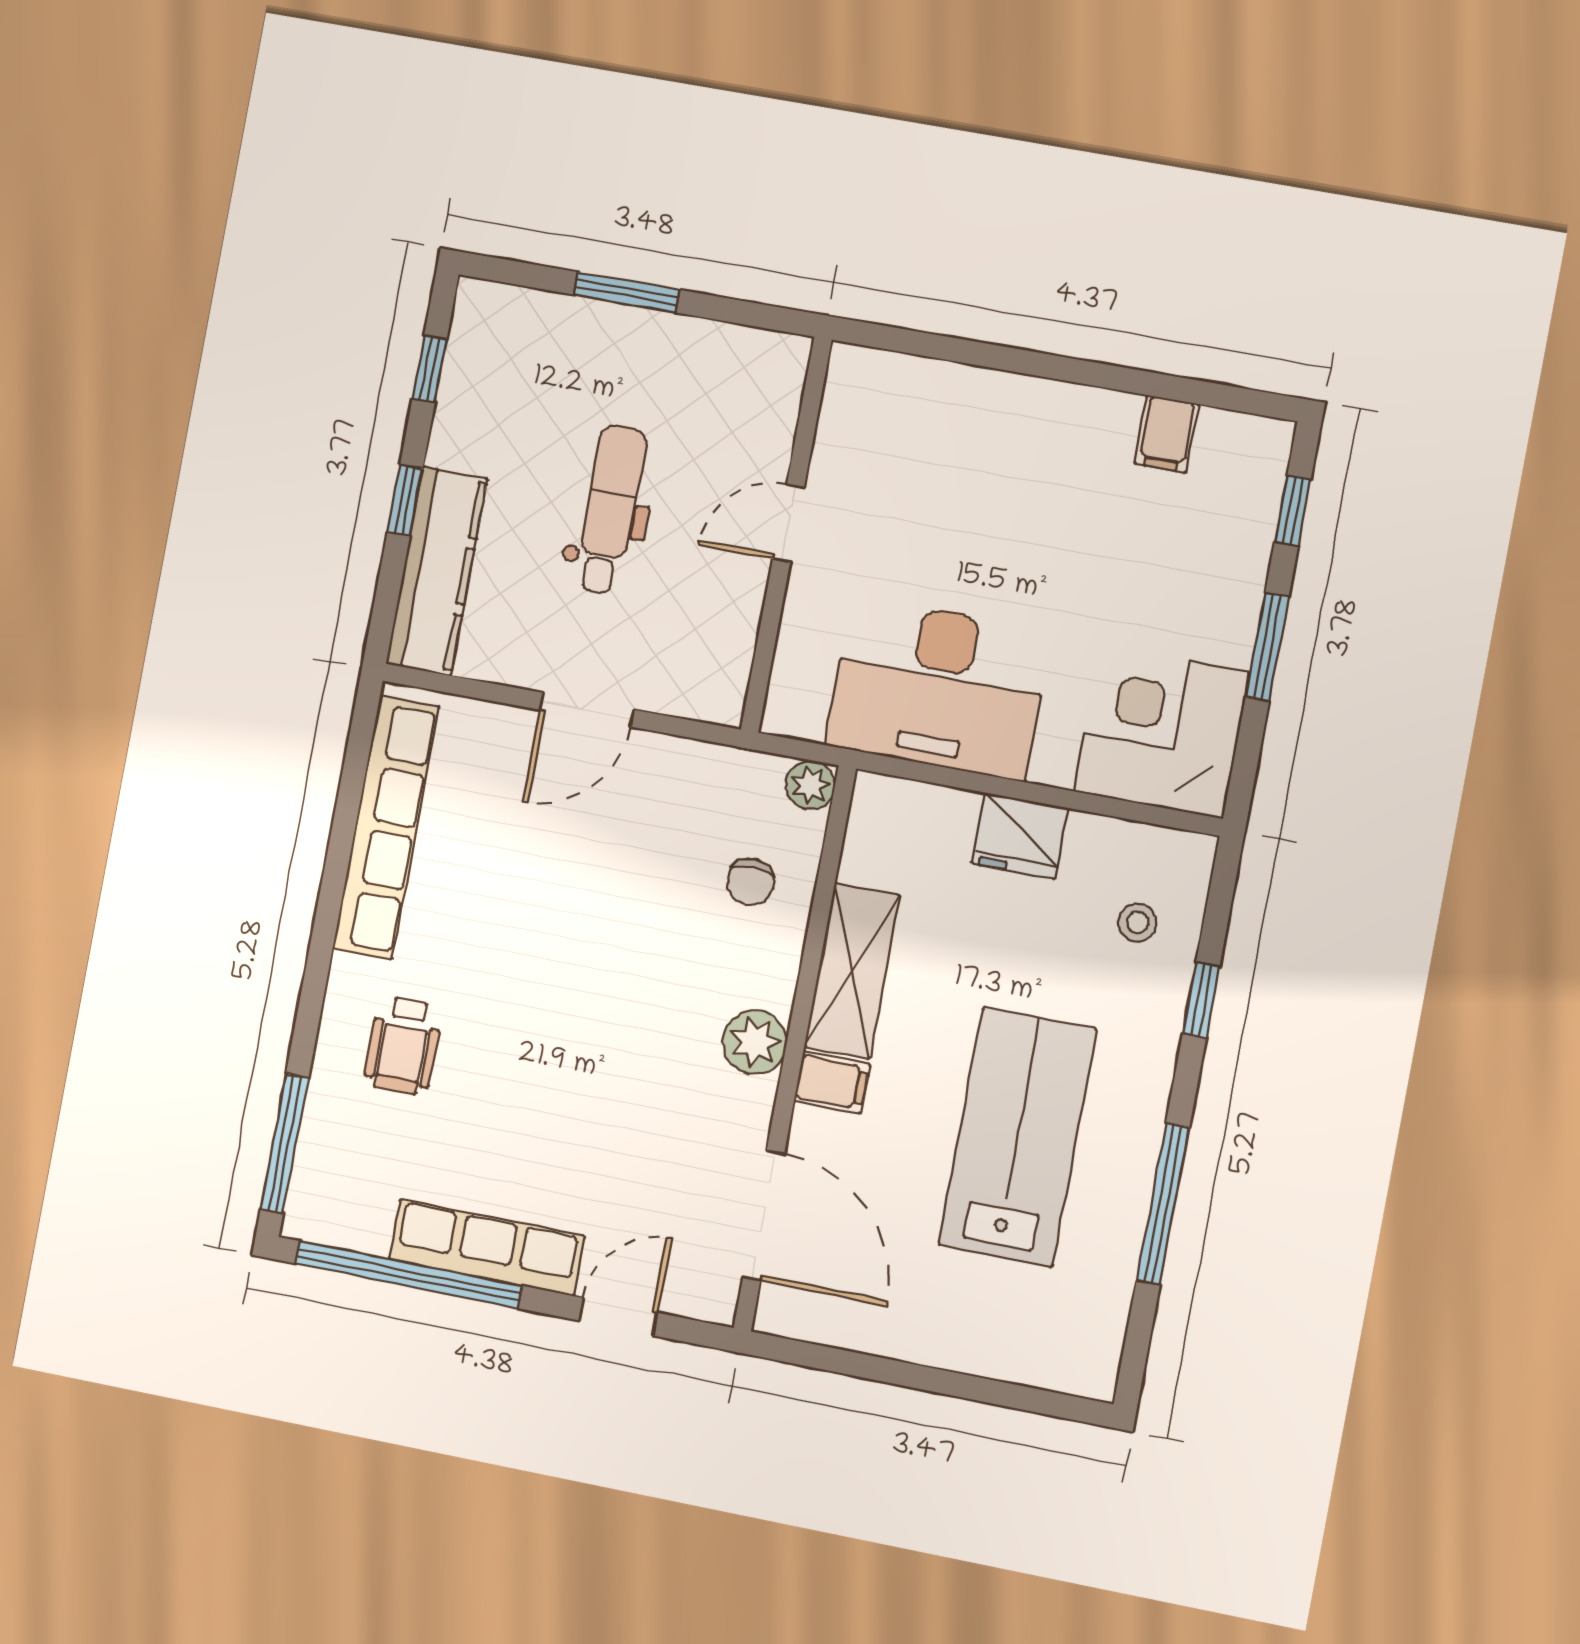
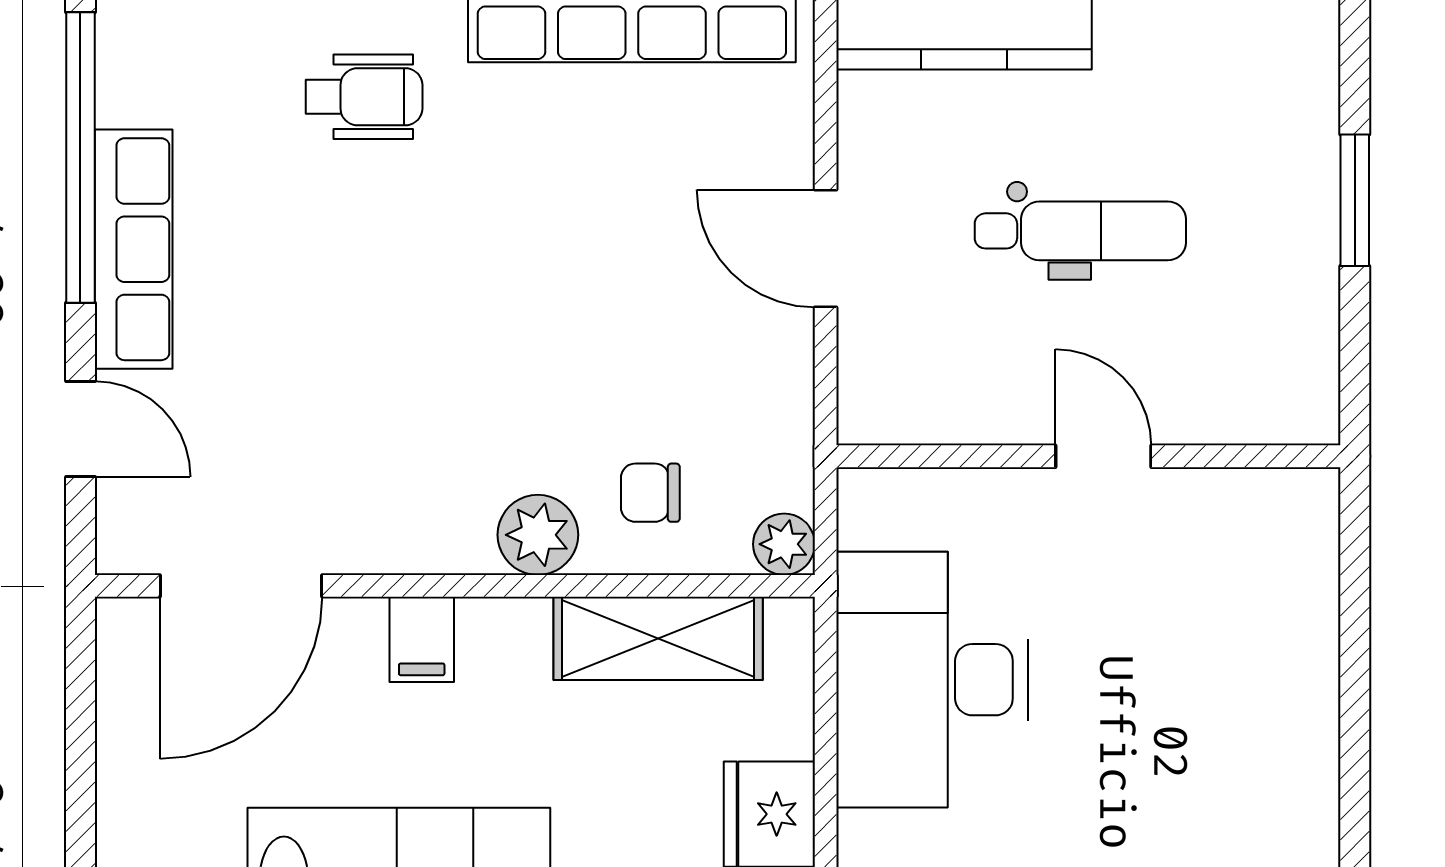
shelving: (852, 971) -> (658, 638), moved
plant: (755, 1042) -> (538, 535), moved
wheelchair: (403, 1046) -> (364, 97), turned 180

